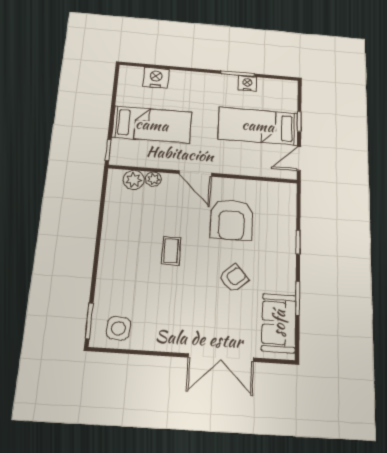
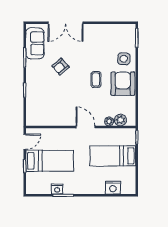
armchair: (231, 220) -> (123, 84), moved
side table: (118, 328) -> (124, 59), moved
double door: (221, 358) -> (65, 23), swing flipped

